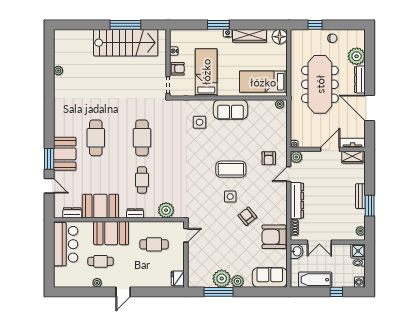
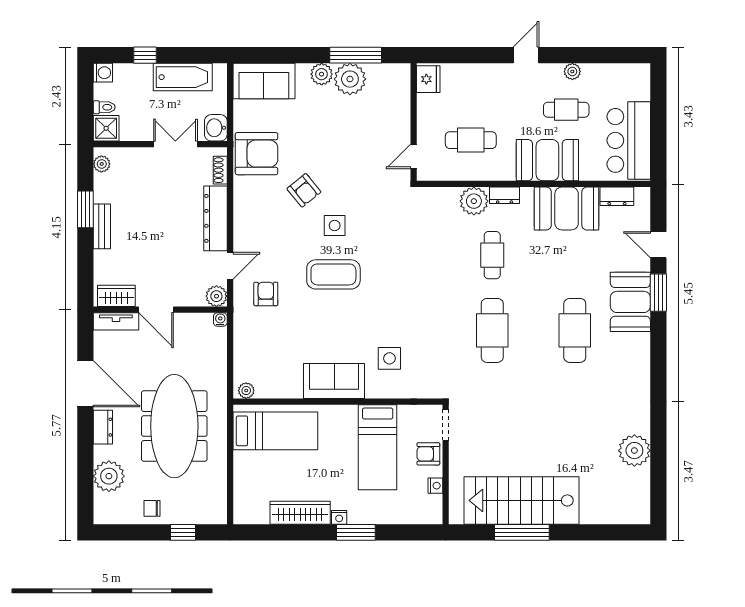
floor lamp: (280, 37) -> (246, 511), removed
plant: (58, 71) -> (634, 451), width x1.88, depth x1.88
dresser: (360, 80) -> (103, 427), width x0.70
door: (330, 149) -> (156, 310), hinge flipped
plant: (166, 210) -> (474, 201), moved

